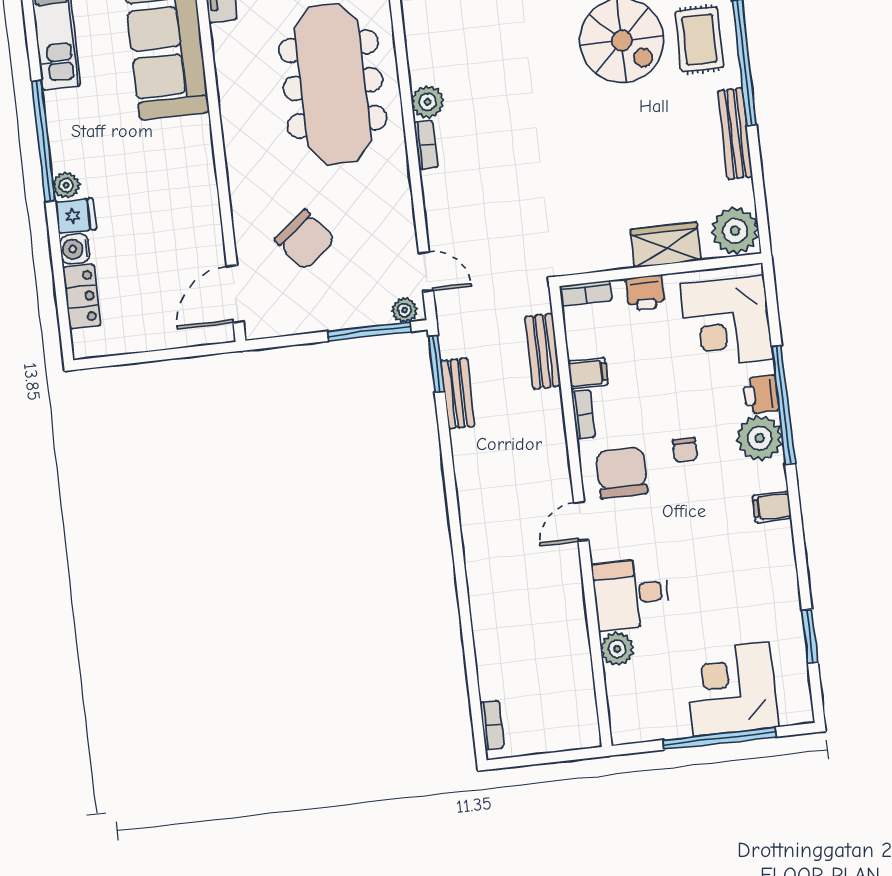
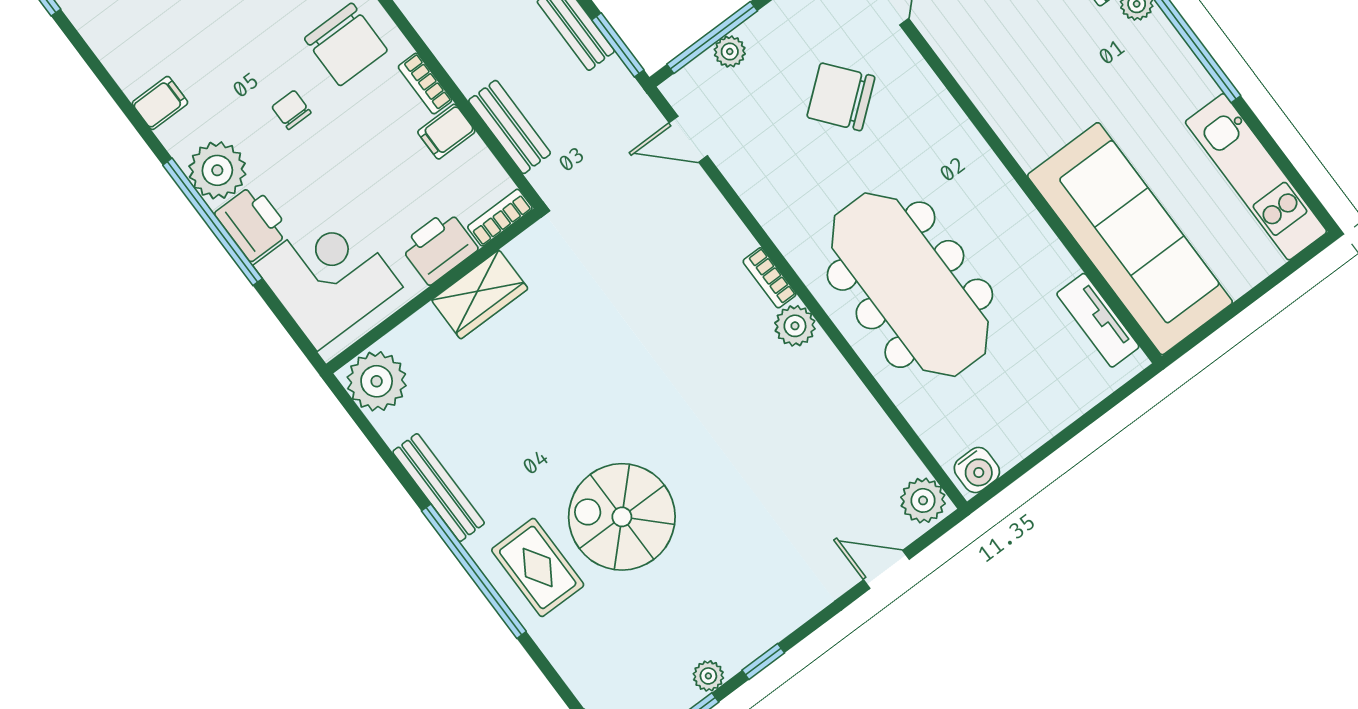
wardrobe: (666, 245) -> (480, 294), moved
printer: (645, 293) -> (439, 247), width x1.36, depth x1.24
plant: (404, 310) -> (730, 52), moved
printer: (761, 394) -> (253, 223), width x1.36, depth x1.24

